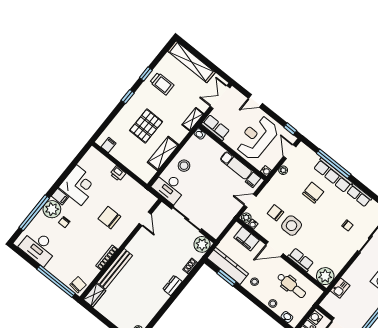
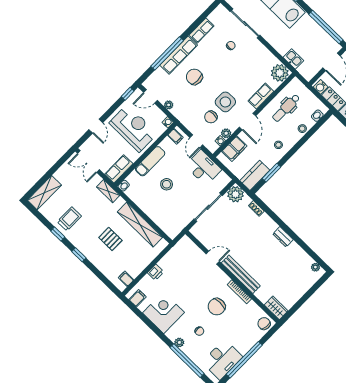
shelving: (191, 62) -> (44, 193), width x0.68
pallet: (146, 126) -> (110, 239), width x0.67, depth x0.71
reception desk: (257, 138) -> (133, 128), turned 180
shelving: (163, 154) -> (140, 225), width x1.47
exam couch: (236, 165) -> (150, 161), moved
stool: (184, 166) -> (167, 184), moved
desk: (169, 187) -> (203, 168), moved, turned -90
filing cabinet: (60, 197) -> (138, 298), moved
plant: (52, 209) -> (179, 342), width x0.53, depth x0.53
chair: (109, 218) -> (217, 307), moved
plant: (246, 218) -> (226, 133), moved
door: (145, 219) -> (213, 258), moved
kitchen counter: (228, 266) -> (255, 175), width x0.67
bench: (115, 269) -> (241, 274), moved
window: (56, 281) -> (244, 360), moved
dresser: (172, 285) -> (283, 237), moved
dental chair: (291, 286) -> (286, 108), turned 180

